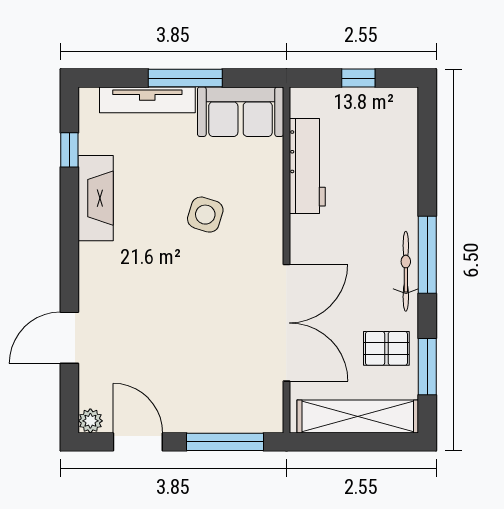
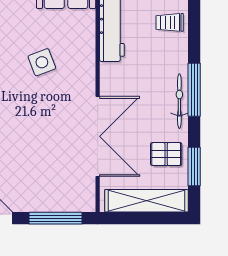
trolley: (392, 157) -> (170, 22), added
side table: (205, 215) -> (42, 62), turned -38

